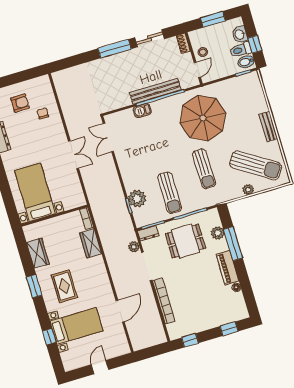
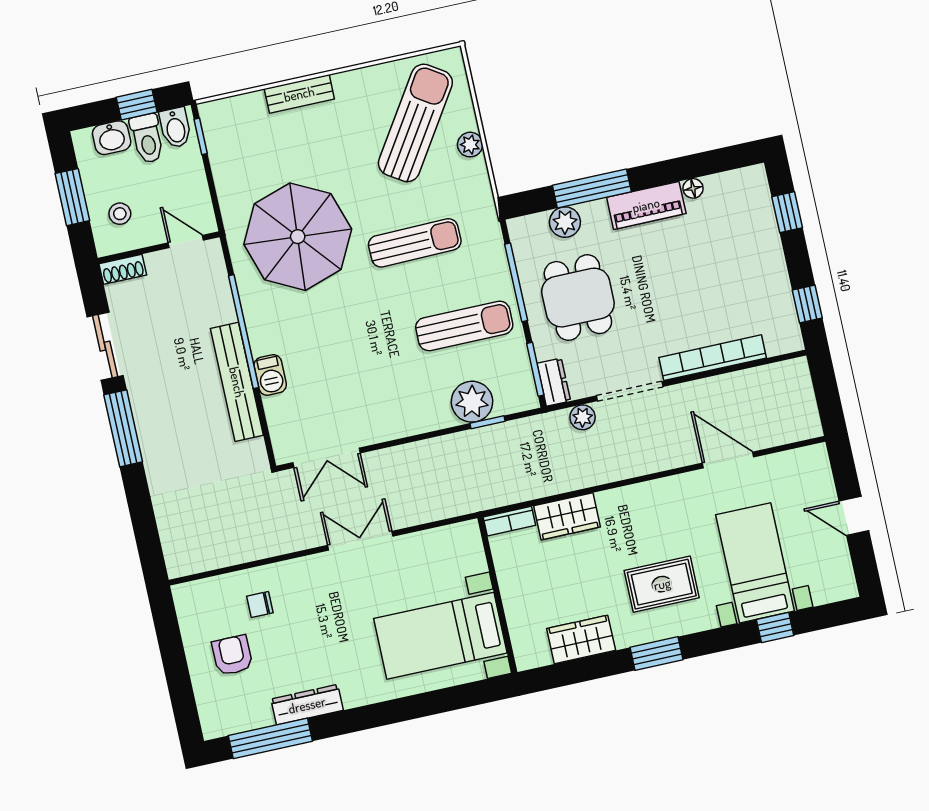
stool: (203, 52) -> (120, 214), moved
bench: (155, 91) -> (237, 382), moved
bench: (268, 127) -> (299, 94), moved

